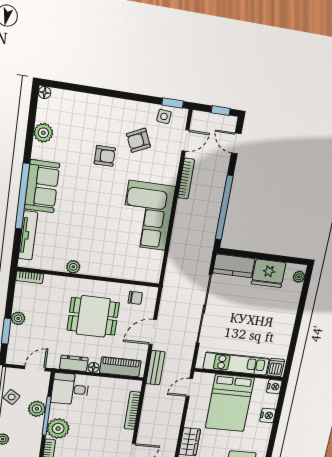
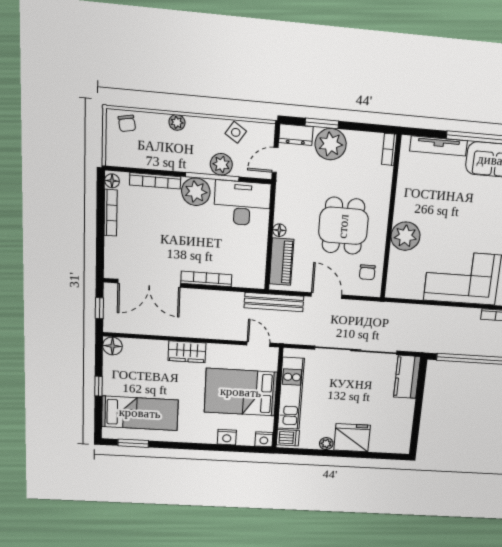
plant: (73, 267) -> (405, 236), moved, width x1.88, depth x1.88
fridge: (269, 273) -> (352, 438), moved, turned 90
plant: (299, 277) -> (326, 444), moved
plant: (18, 318) -> (331, 144), width x1.87, depth x1.87
dresser: (74, 363) -> (296, 135), moved, turned 90
door: (35, 368) -> (275, 160), swing flipped
bench: (155, 368) -> (274, 302), width x1.36
desk: (70, 389) -> (242, 203), width x1.37
bookcase: (132, 411) -> (206, 279), moved

